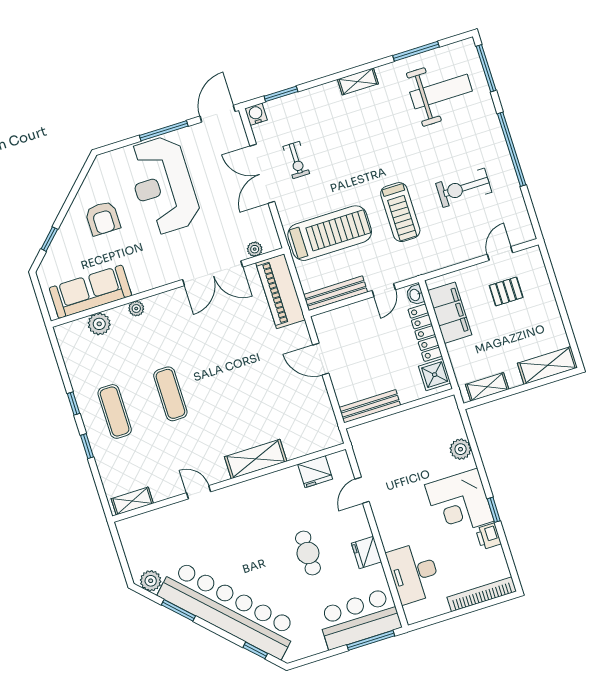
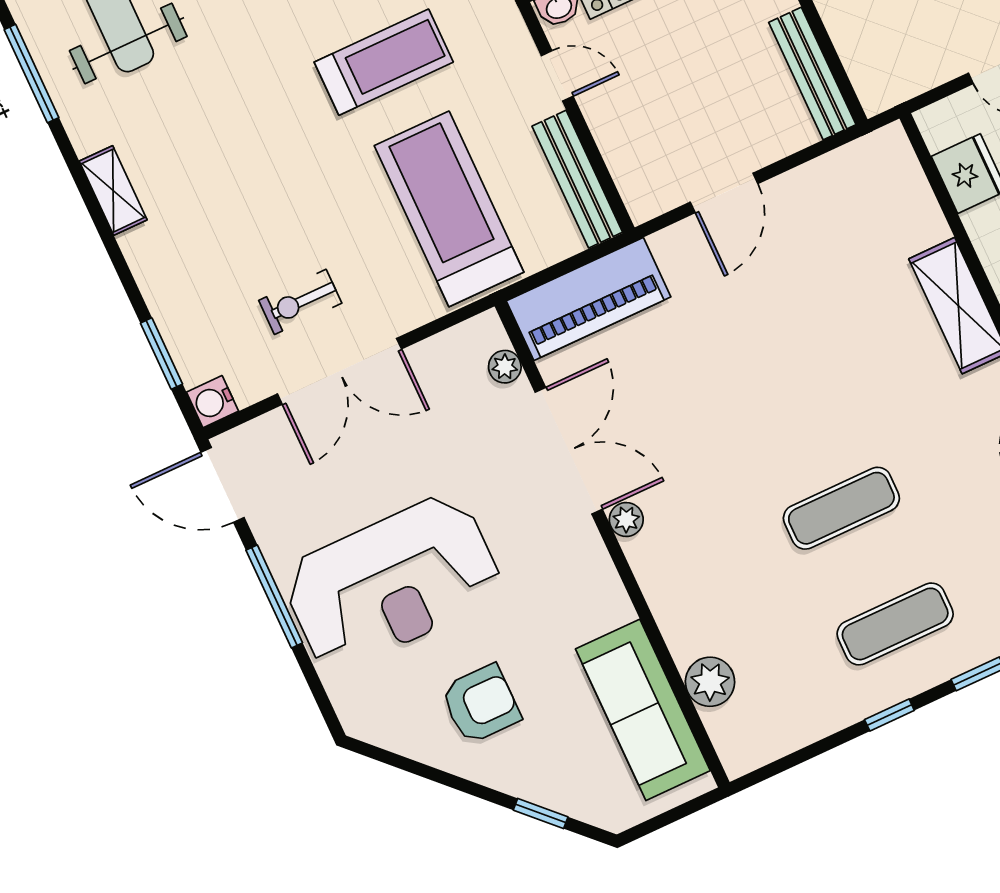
exercise bike: (296, 160) -> (300, 302), turned 180
plant: (136, 309) -> (626, 520), moved

